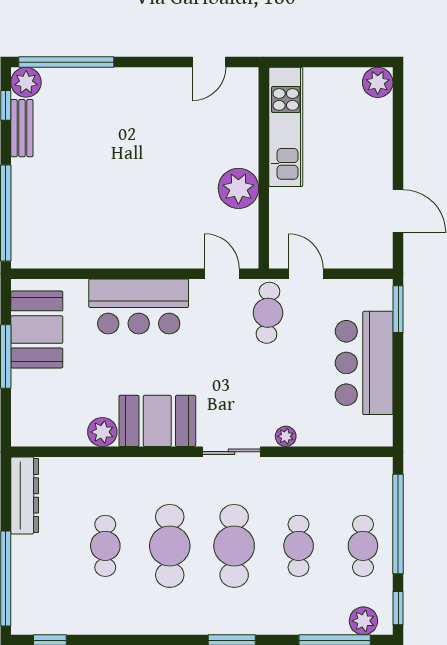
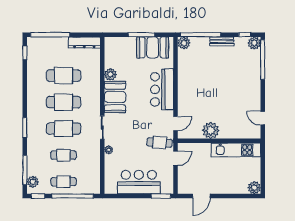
bench: (22, 128) -> (222, 41), moved
plant: (26, 254) -> (184, 43), added
cafe table: (105, 546) -> (64, 76), width x1.37, depth x1.35

